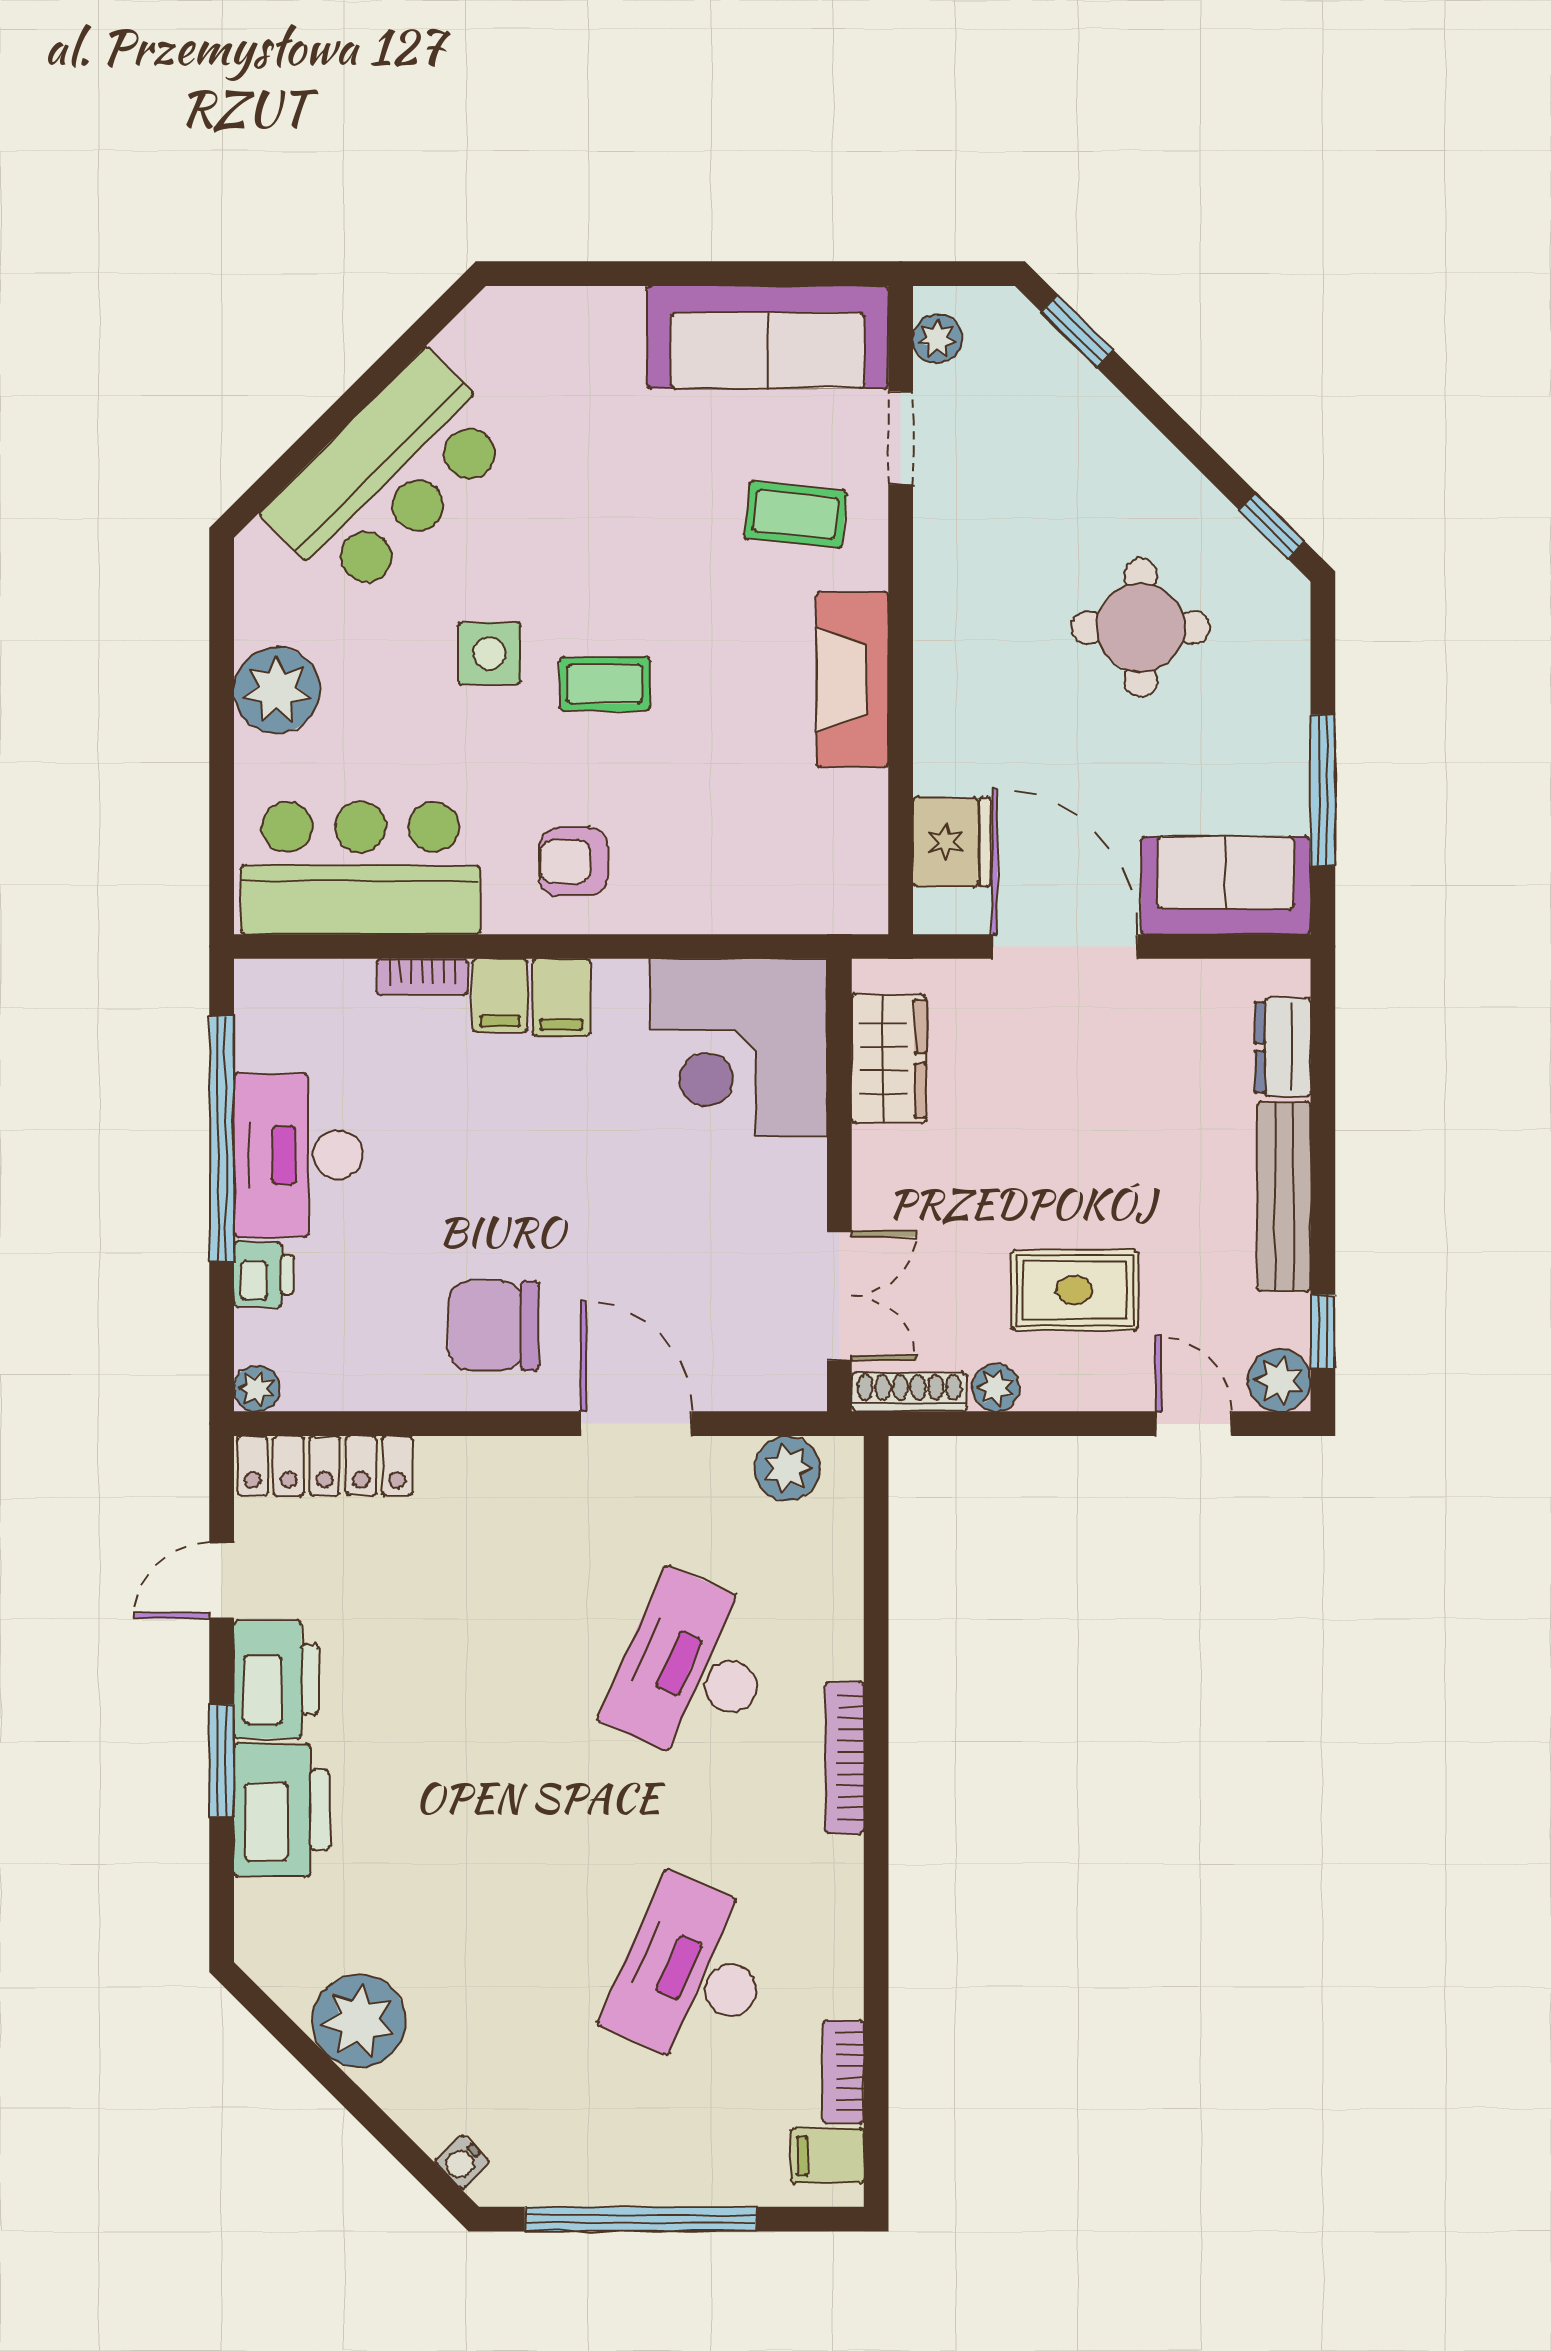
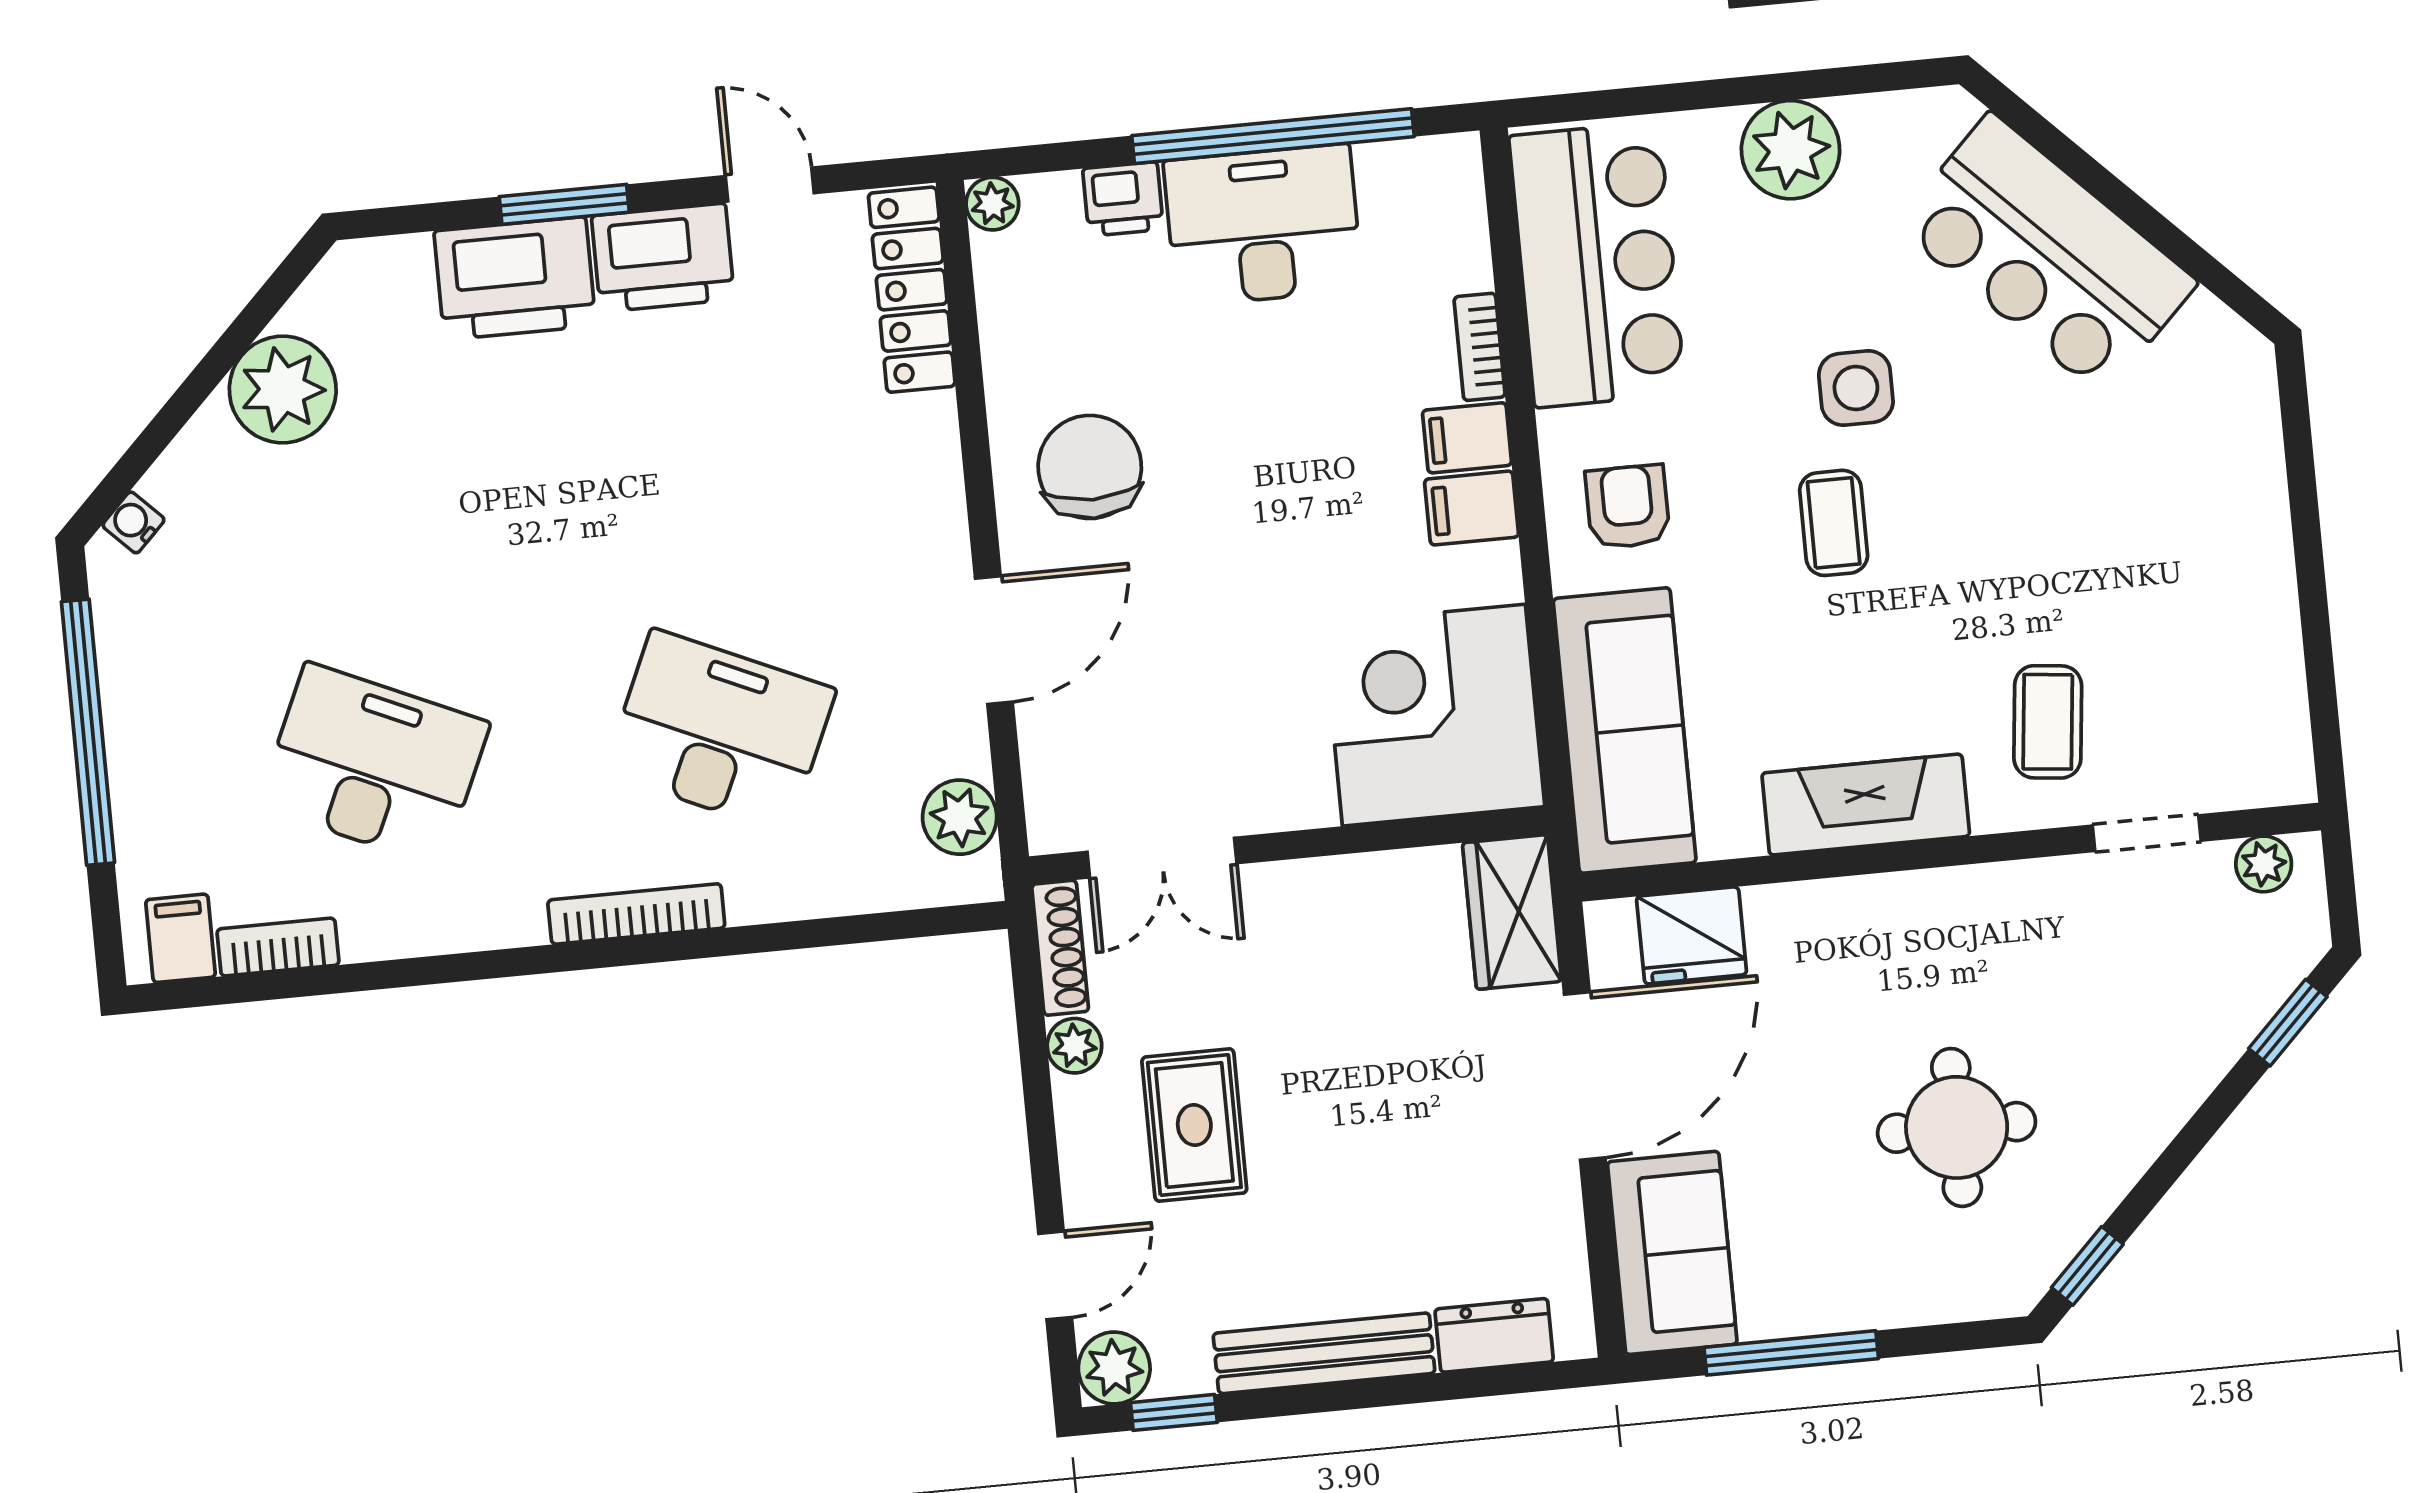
sofa: (768, 337) -> (1625, 731), moved, turned 180
wardrobe: (889, 1059) -> (1512, 912), moved, turned 90

